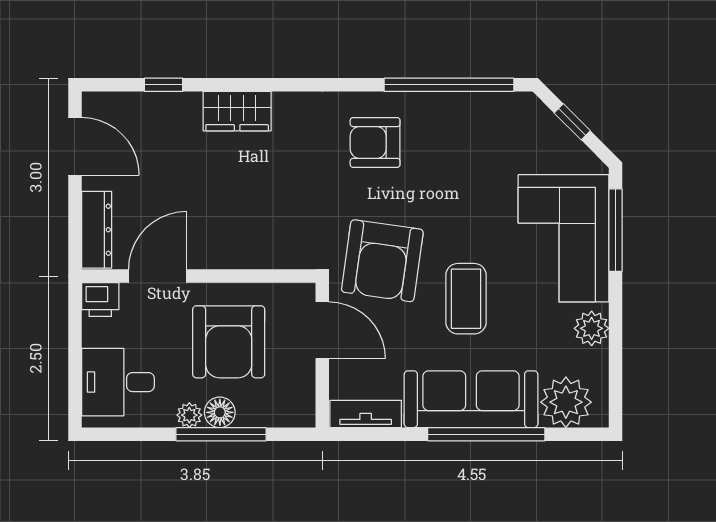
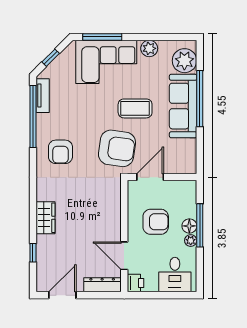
armchair: (229, 342) -> (156, 222), width x0.73, depth x0.73
tv unit: (366, 414) -> (43, 96), moved, turned 180

